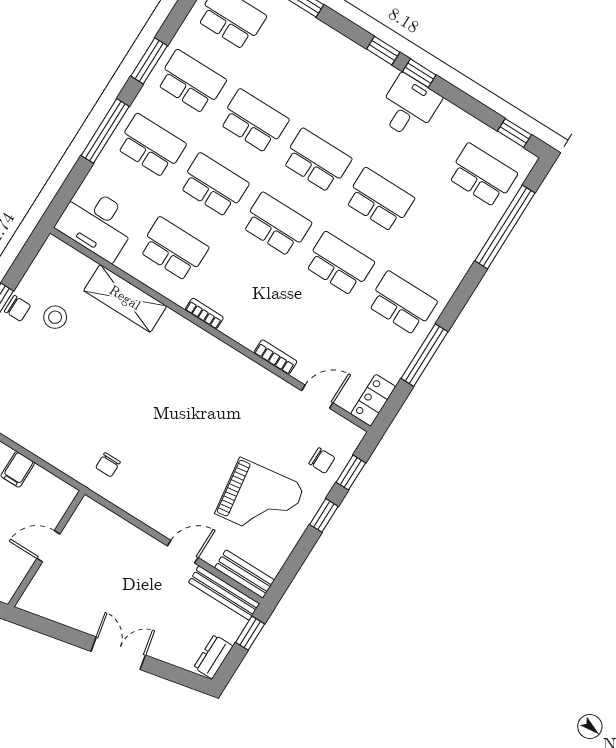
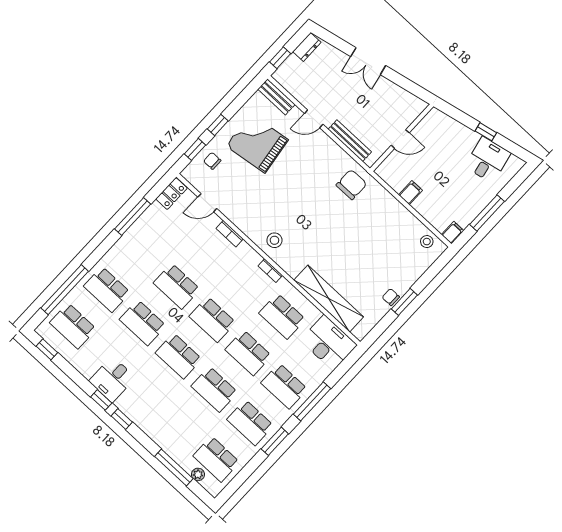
shelving: (125, 298) -> (329, 299), width x1.47
school desk: (402, 303) -> (107, 289), moved
stool: (55, 317) -> (274, 240), moved
chair: (108, 465) -> (351, 185), width x1.87, depth x1.87
bench: (224, 593) -> (350, 141), moved

